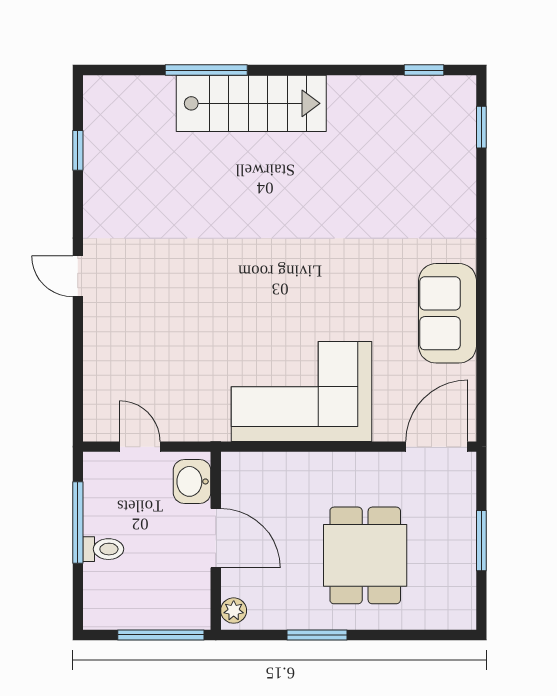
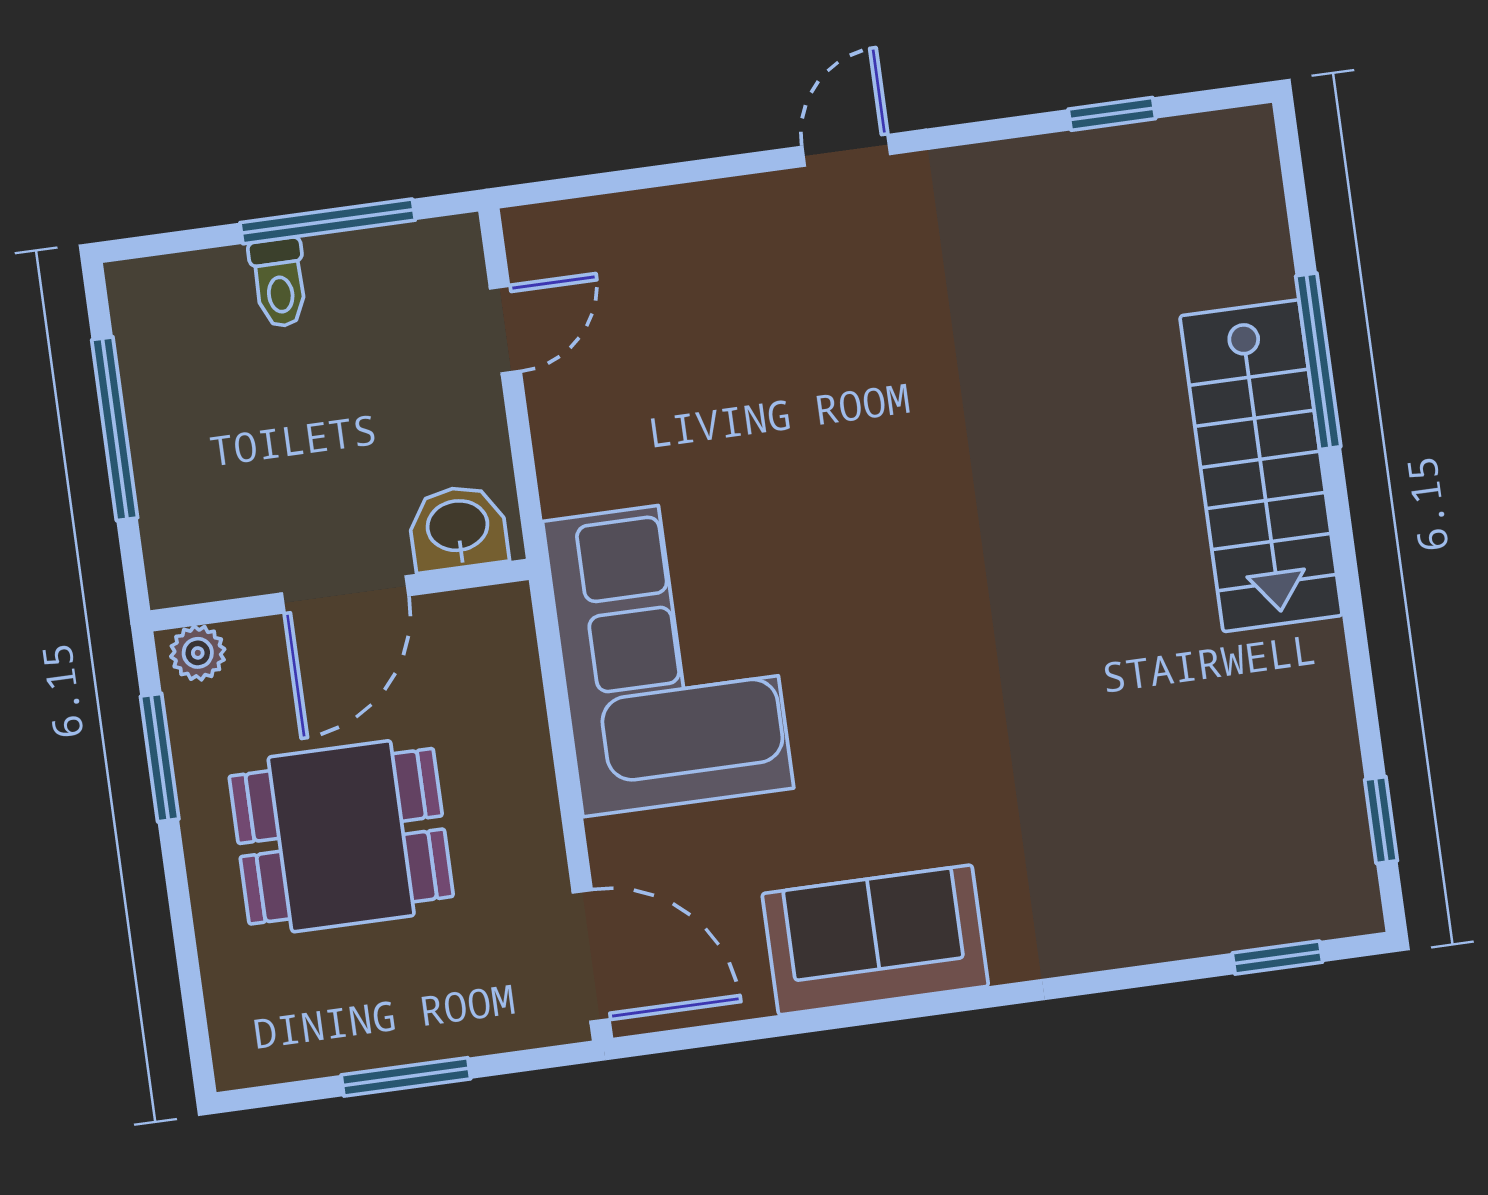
washbasin: (192, 481) -> (458, 528), moved
door: (216, 538) -> (345, 594), moved
wall: (216, 541) -> (340, 595), moved
plant: (234, 611) -> (198, 653), moved

